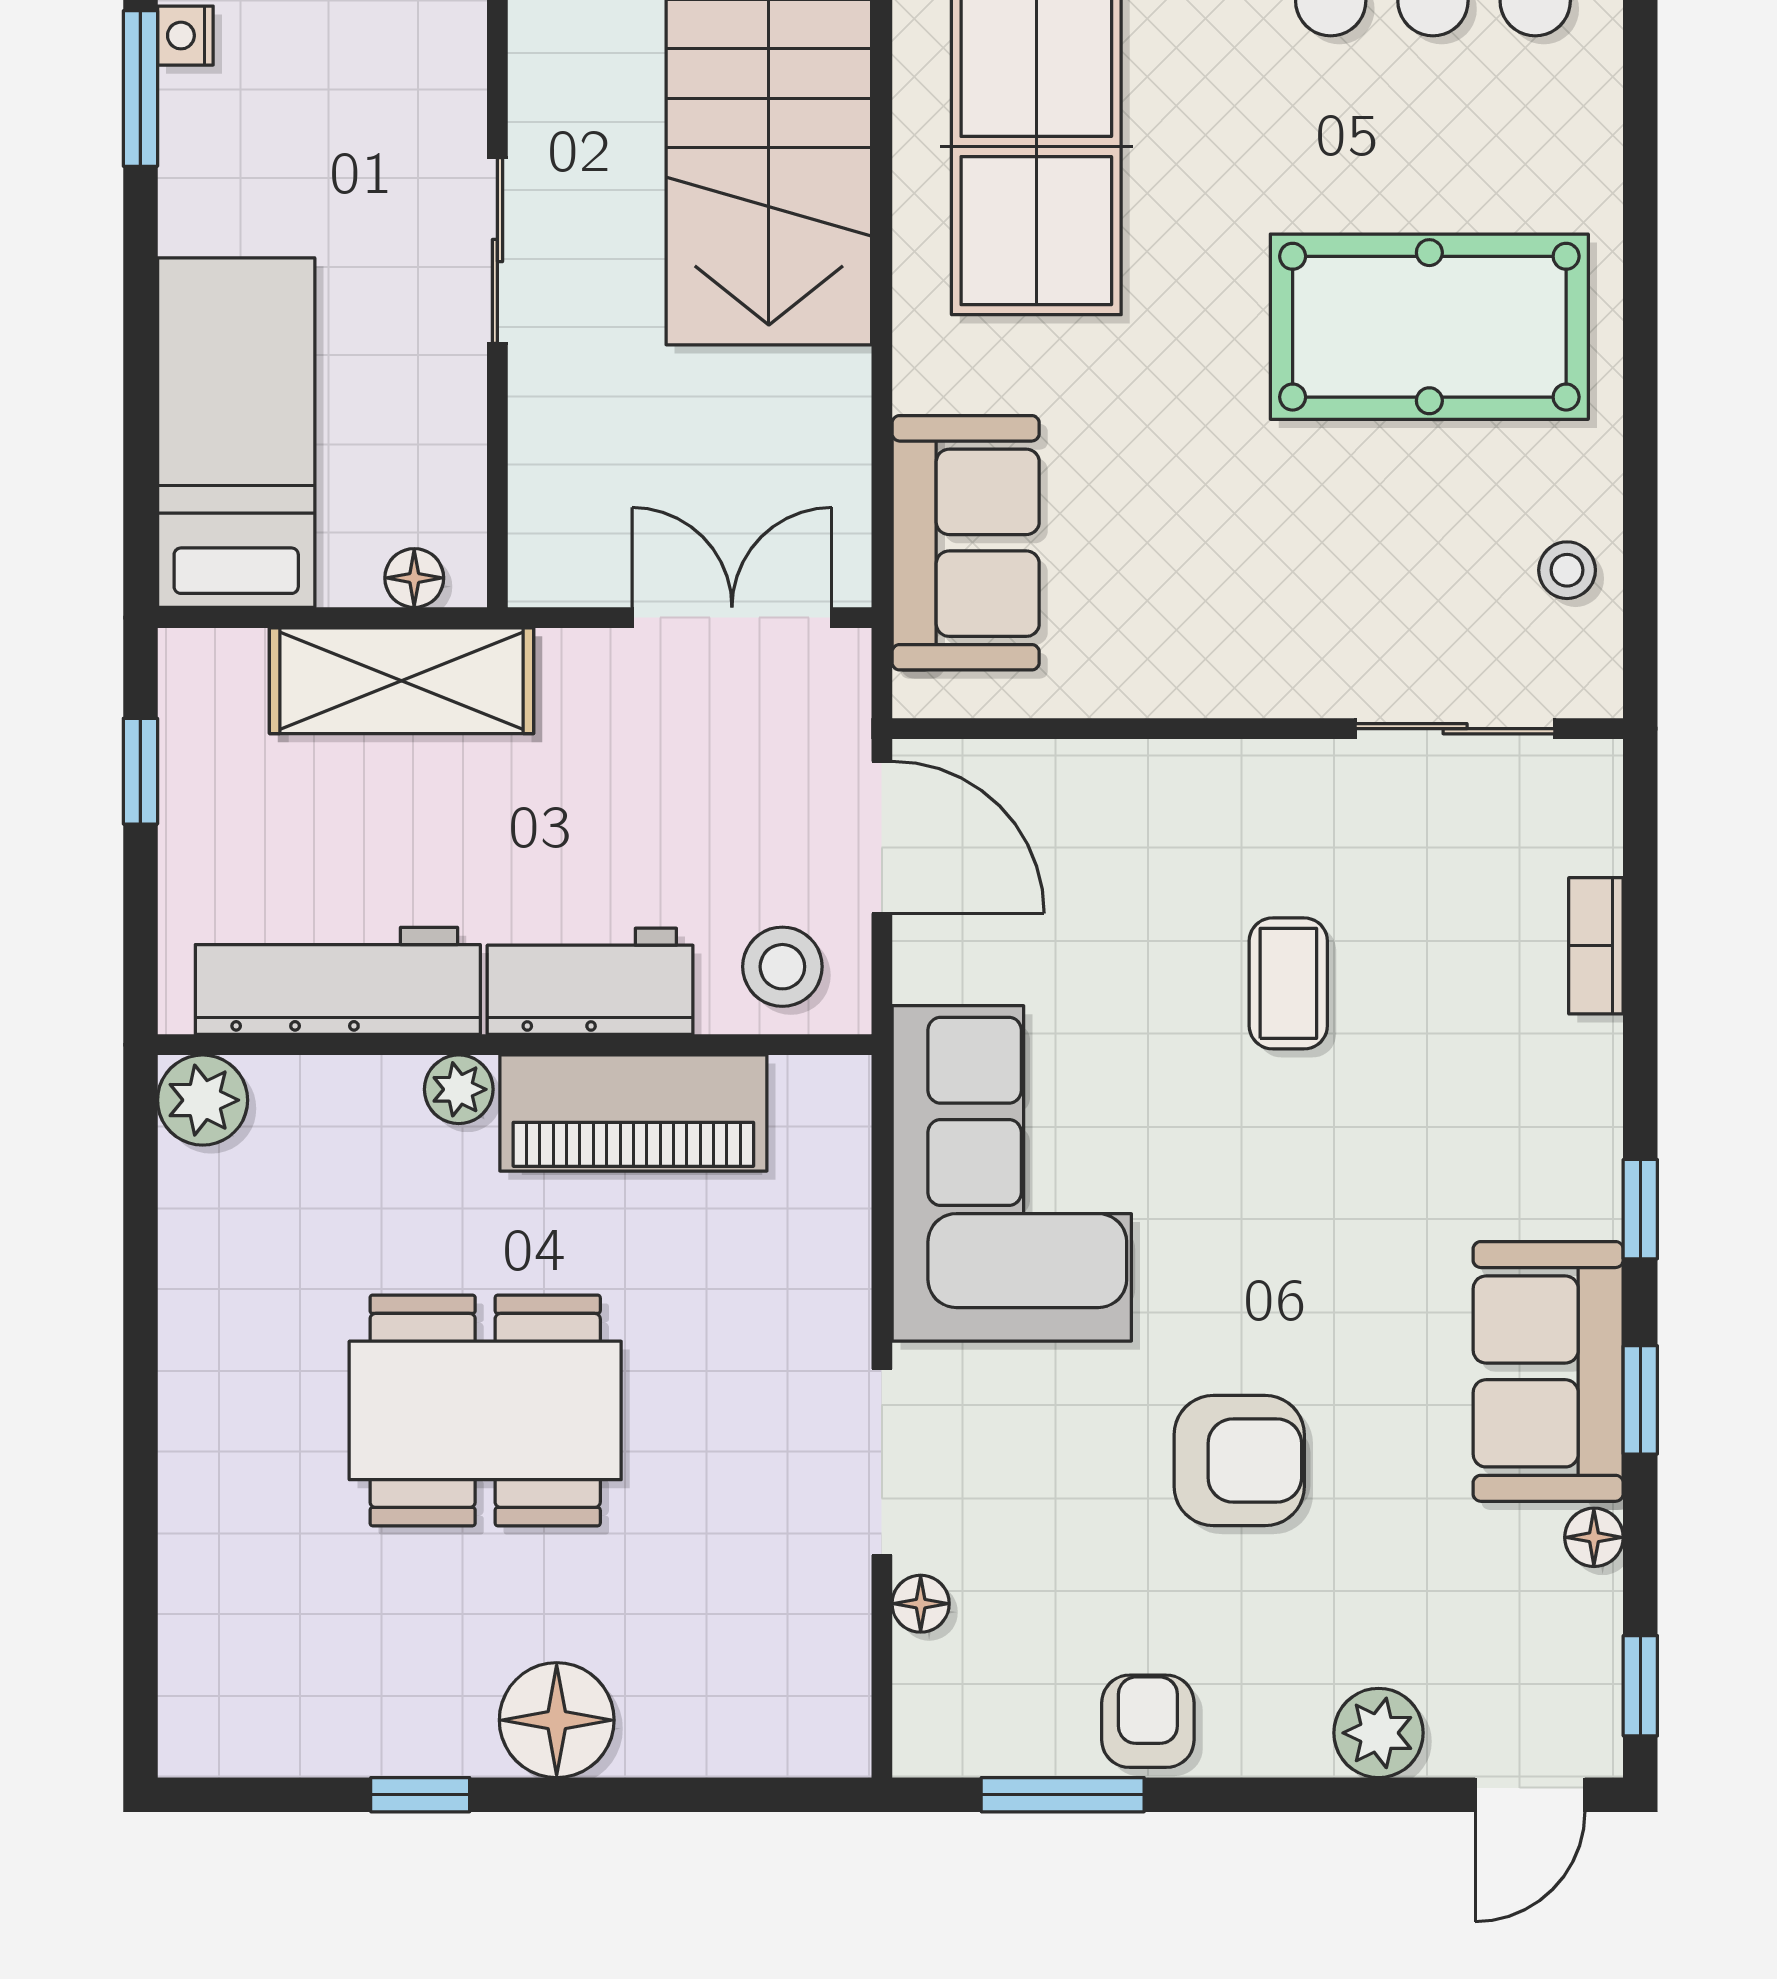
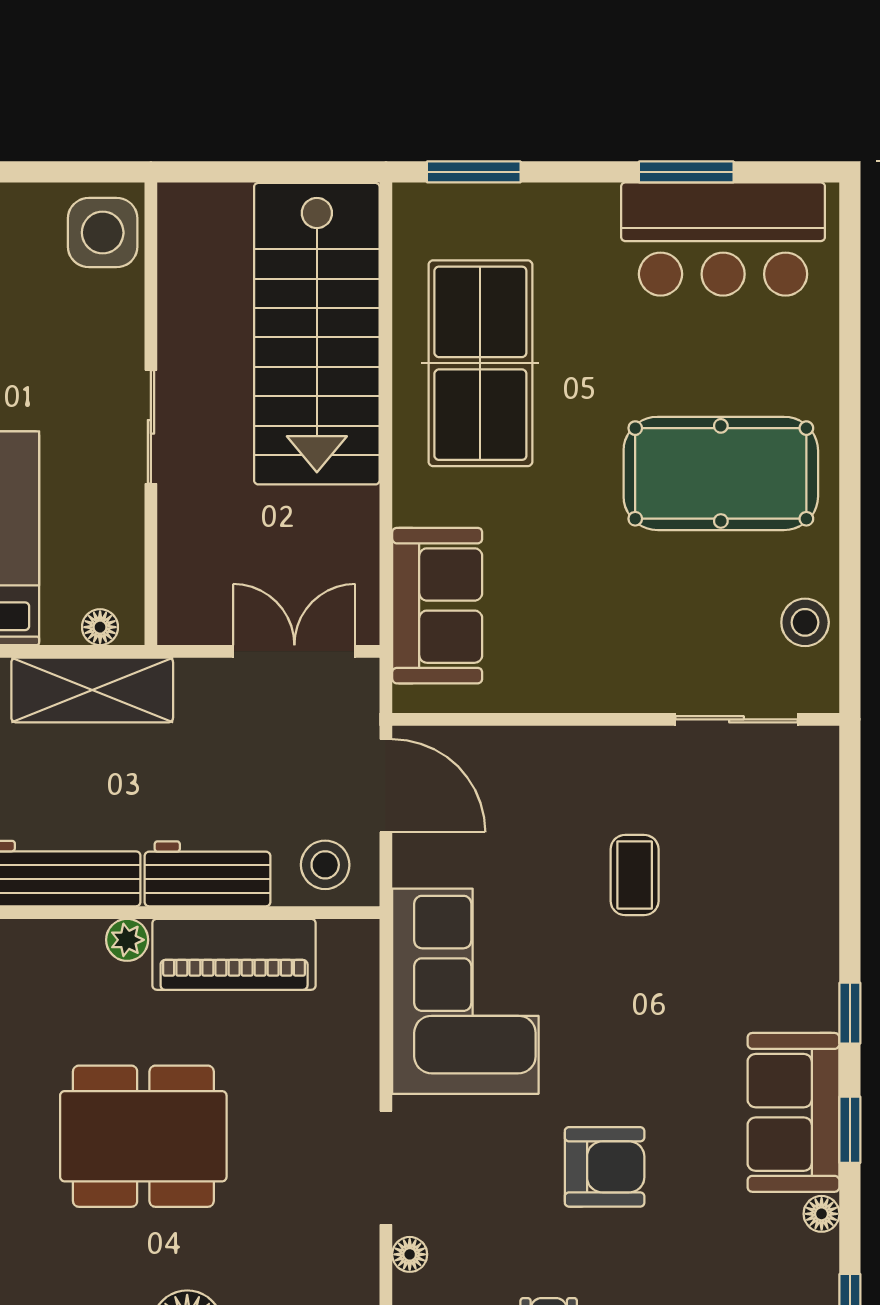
stool: (1567, 570) -> (805, 622), width x1.37, depth x1.37
bookcase: (1596, 946) -> (823, 852), removed

